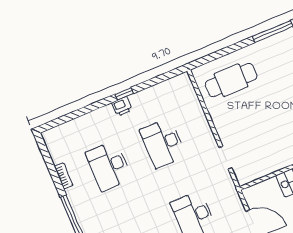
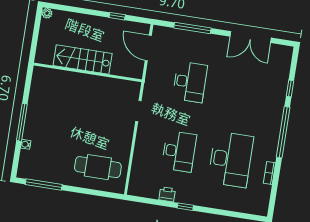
printer: (122, 106) -> (167, 194), moved
desk: (109, 166) -> (231, 159), width x1.36, depth x1.30

